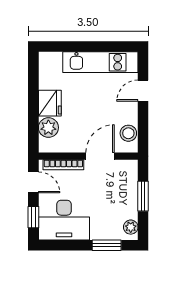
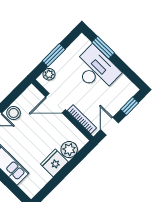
stool: (128, 133) -> (14, 113), moved
desk: (64, 220) -> (96, 69), moved
plant: (131, 227) -> (49, 74), moved

